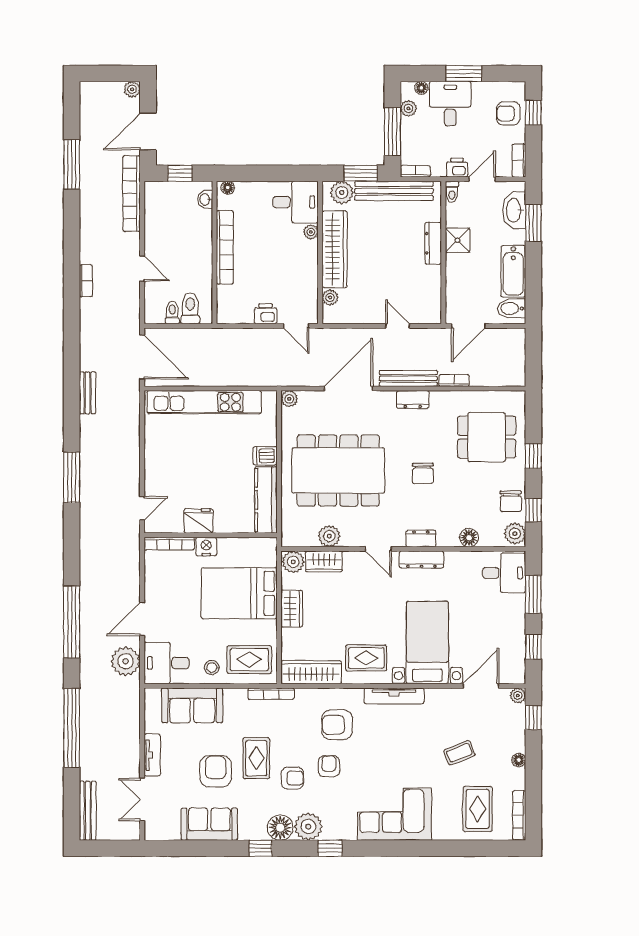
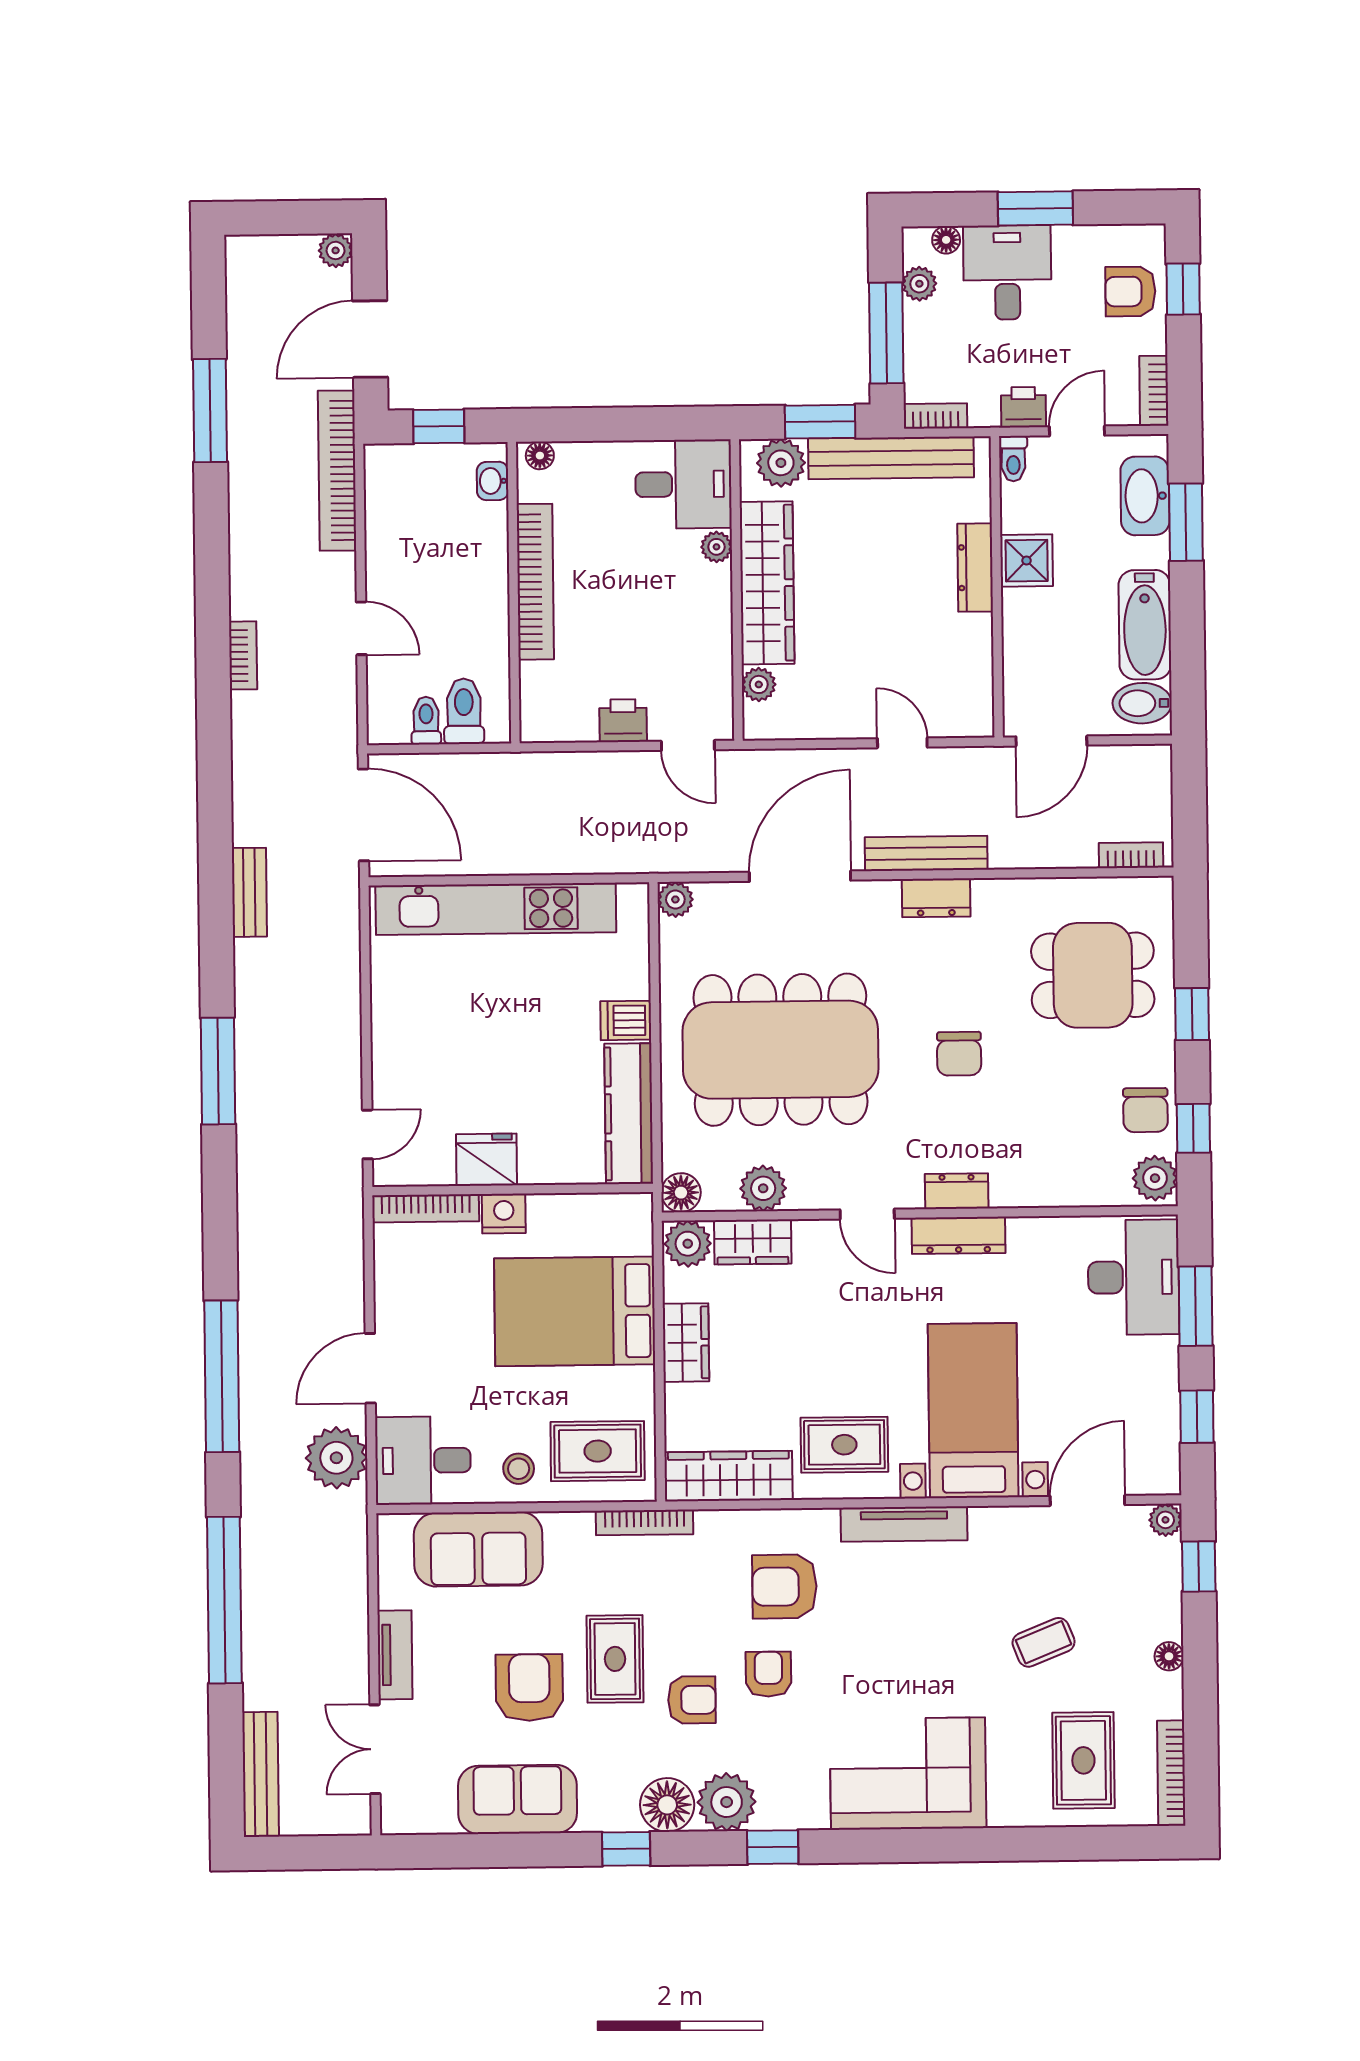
bookcase: (454, 380) -> (1131, 855), moved
floor lamp: (469, 538) -> (681, 1193), moved
desk: (504, 573) -> (1133, 1277), width x1.37

